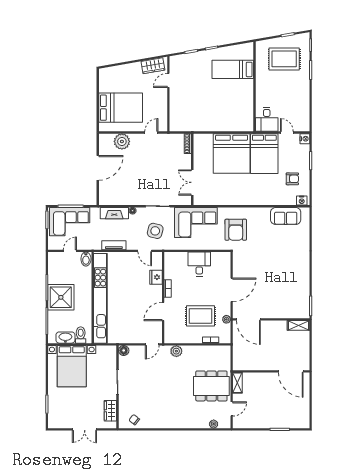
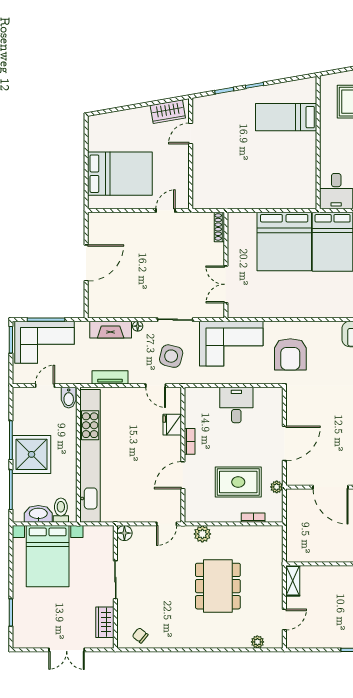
plant: (122, 141) -> (122, 224), removed
door: (248, 319) -> (331, 487), moved
dining table: (211, 386) -> (218, 586), moved, turned 90

